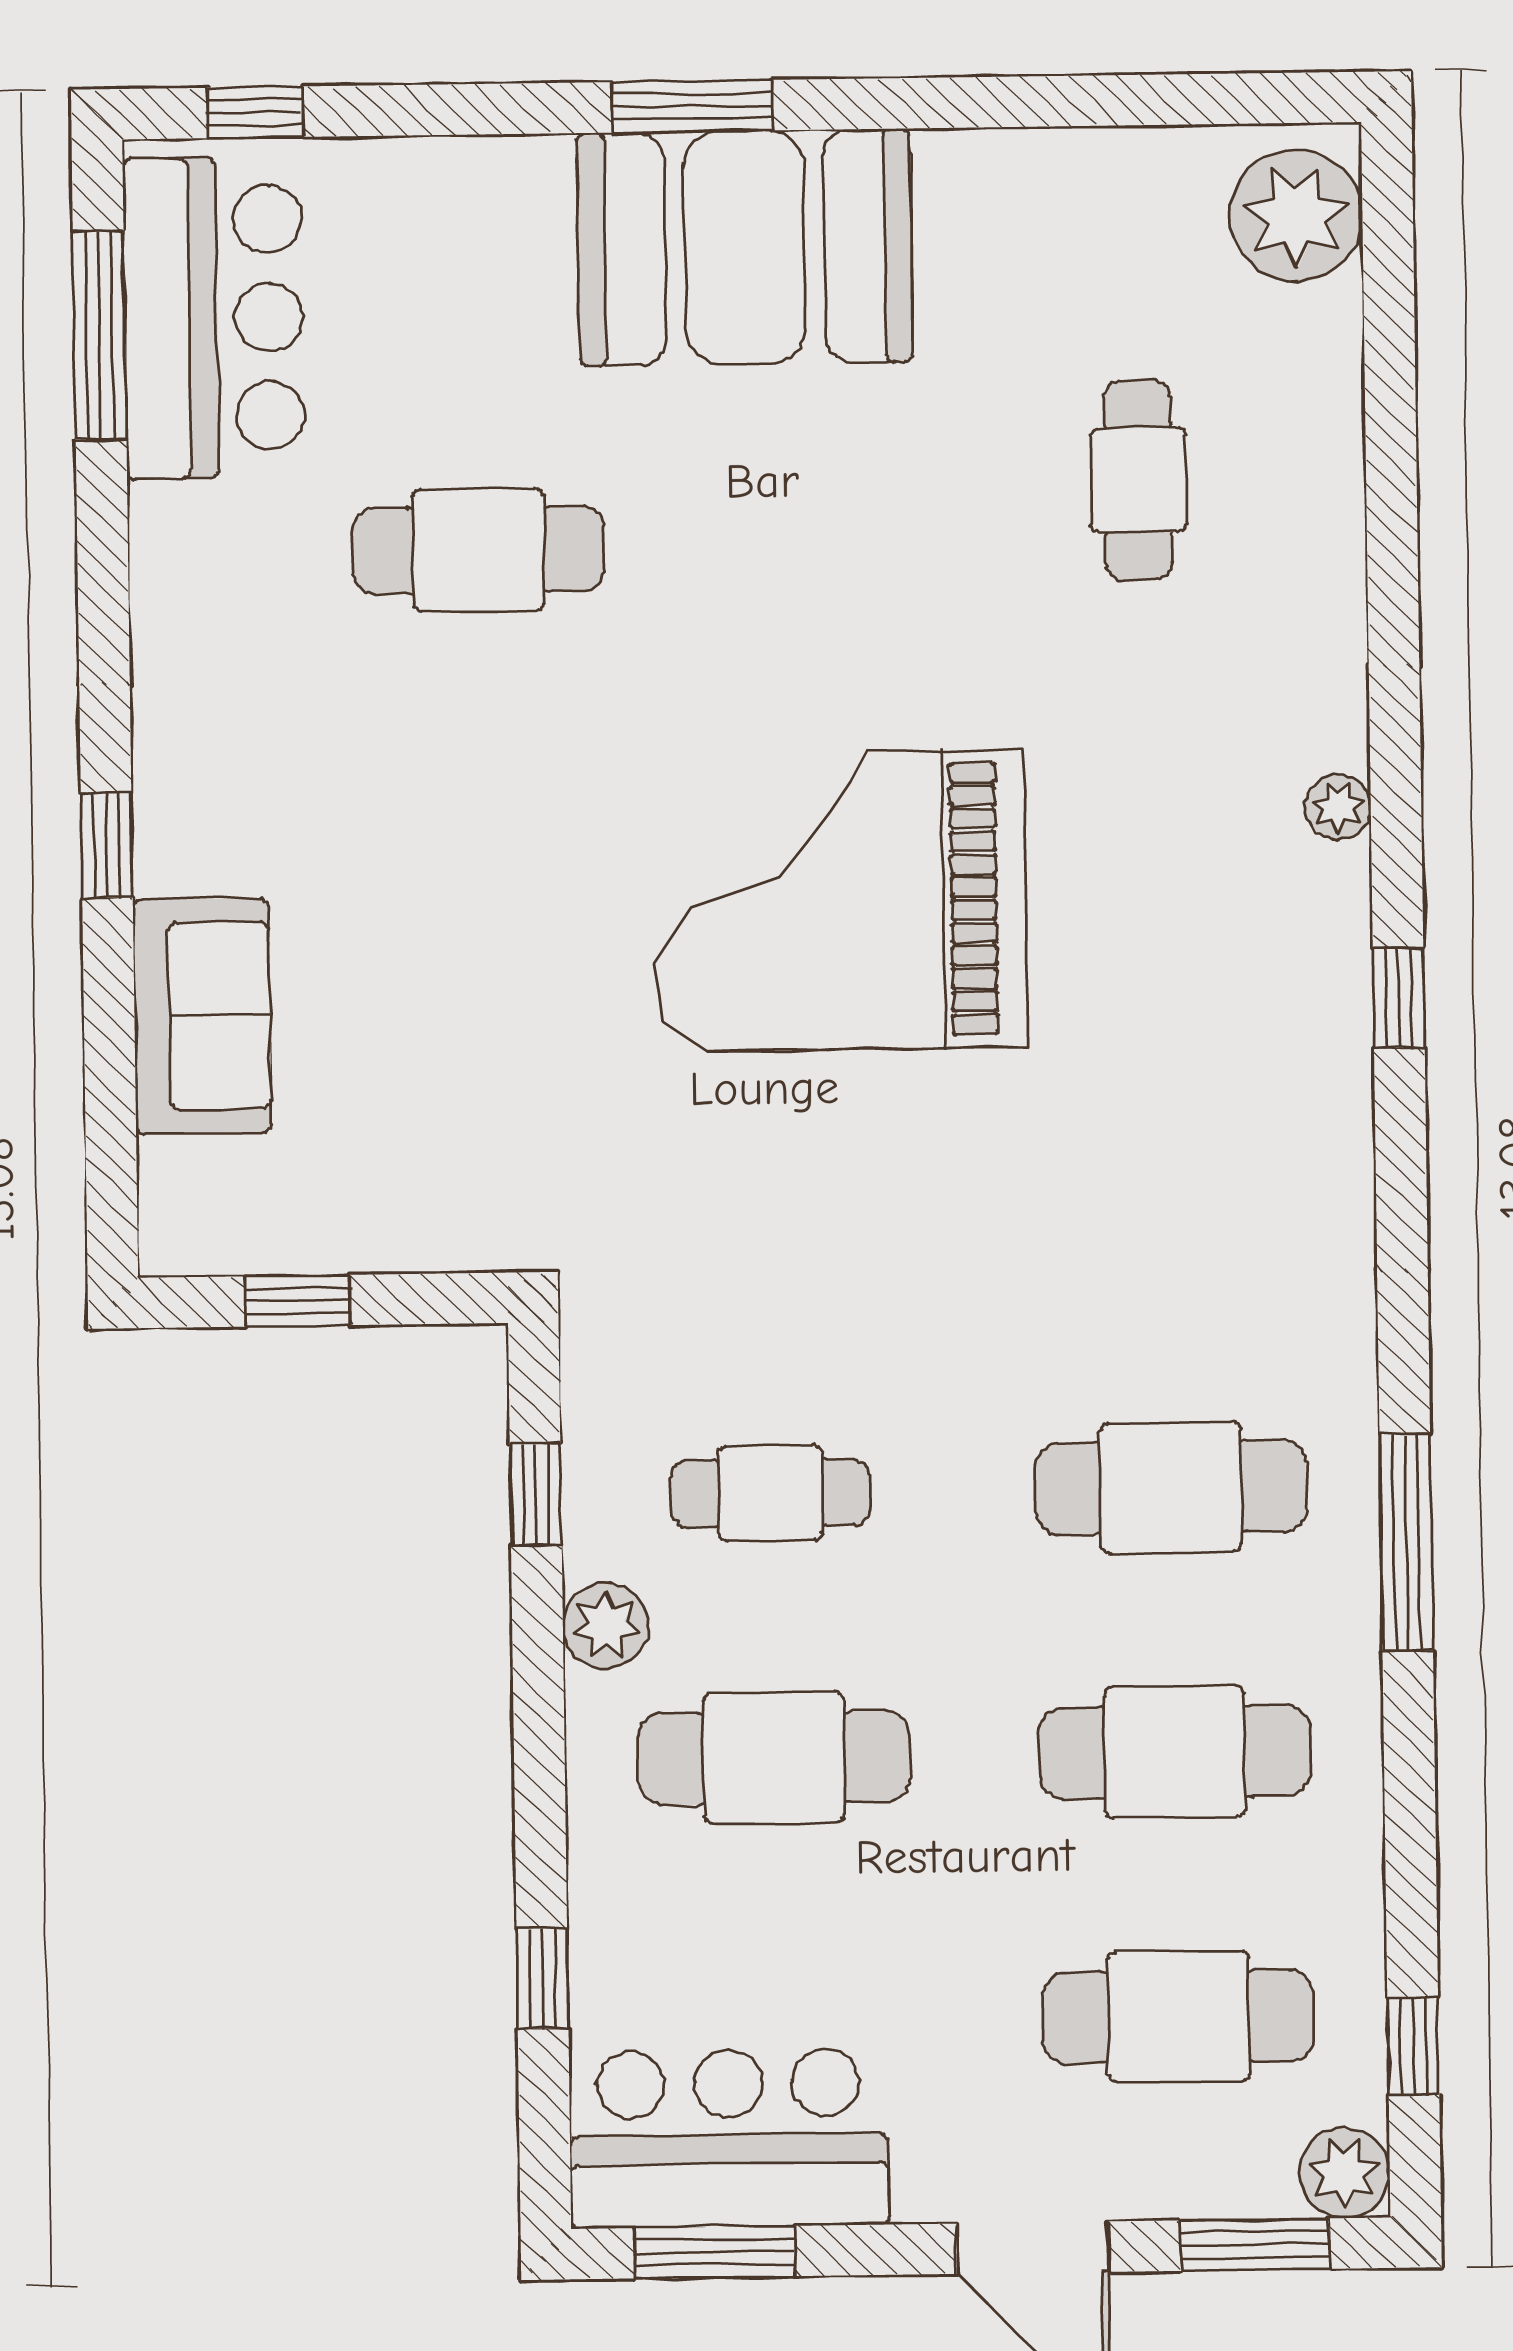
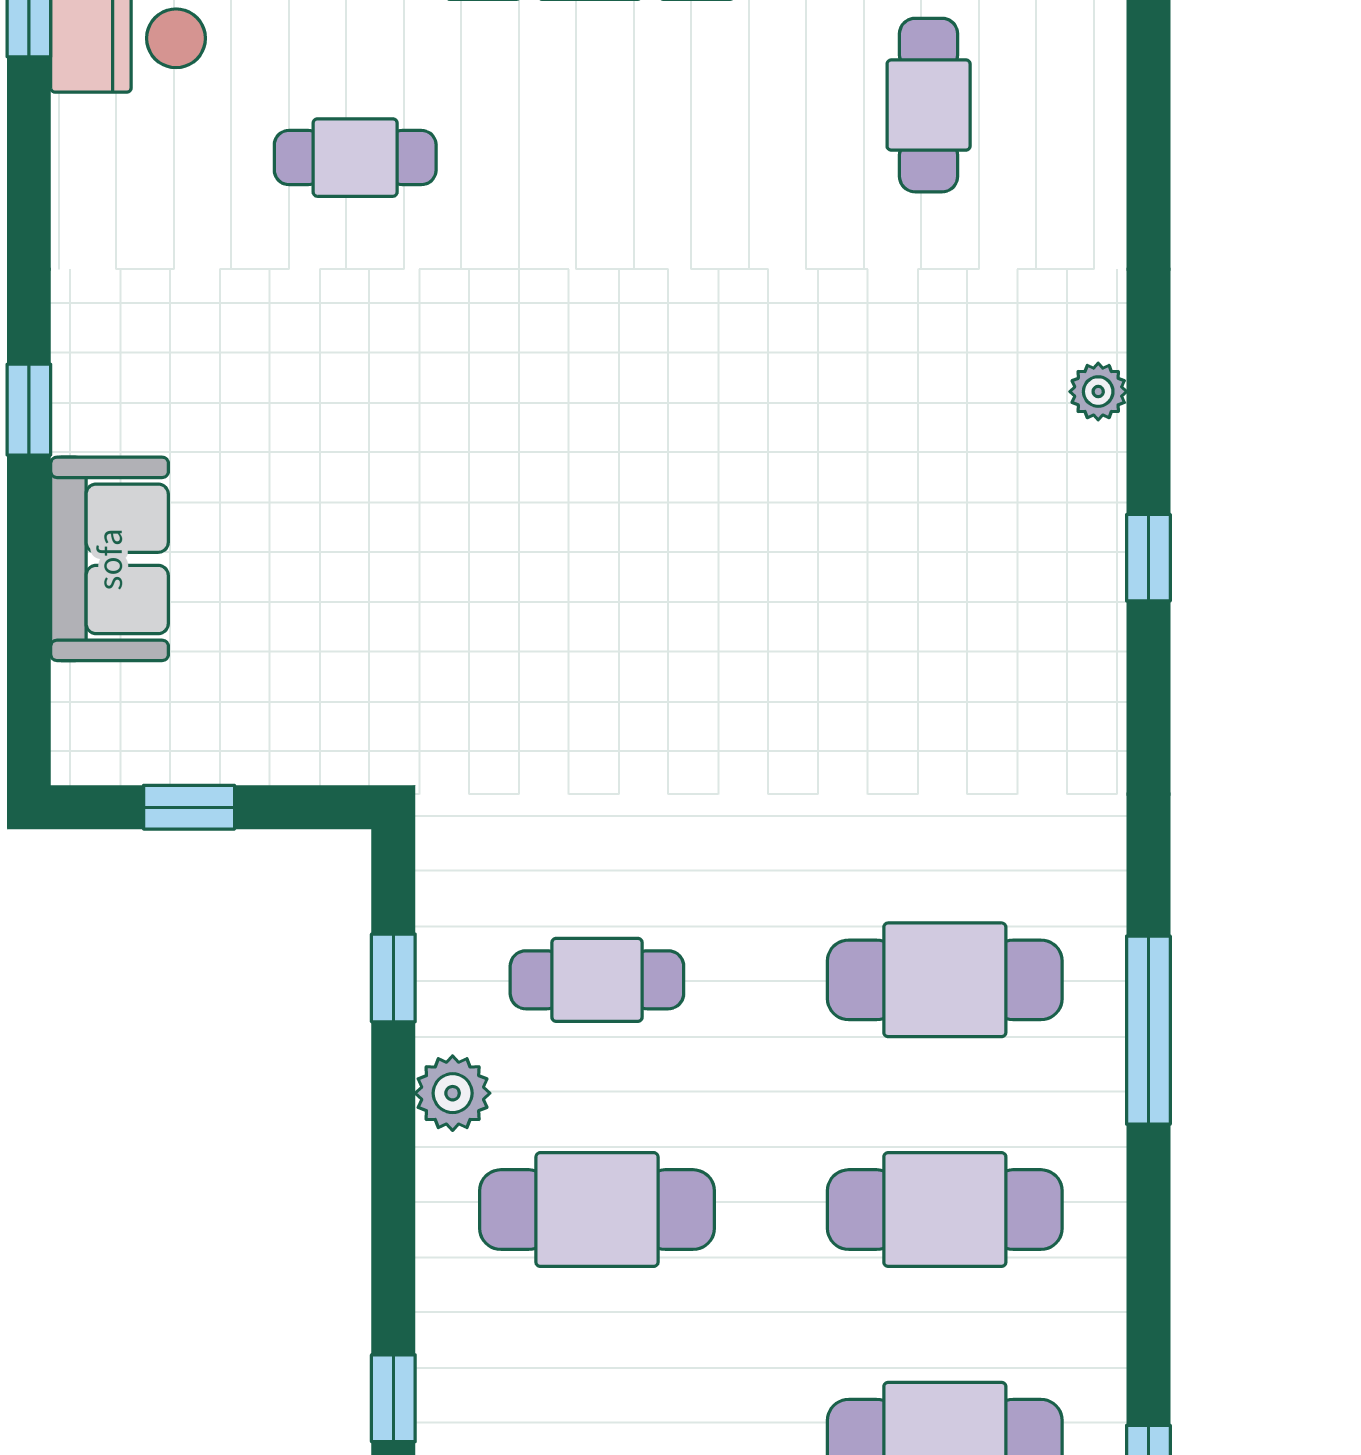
cafe table: (478, 550) -> (355, 158), width x0.73, depth x0.74
grand piano: (840, 900) -> (664, 466), removed

